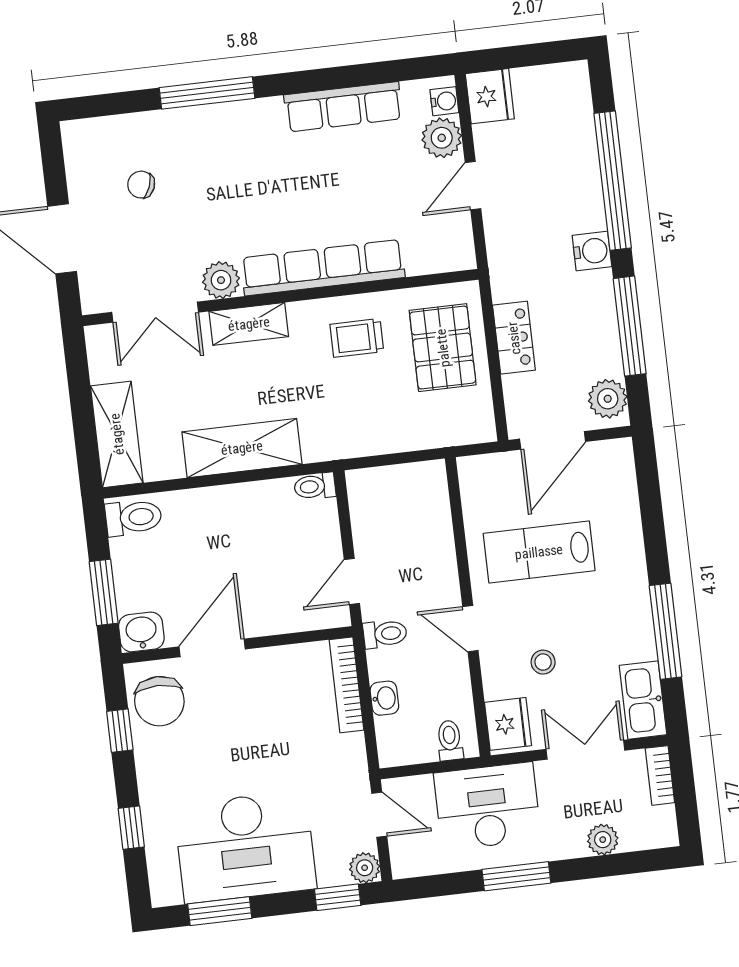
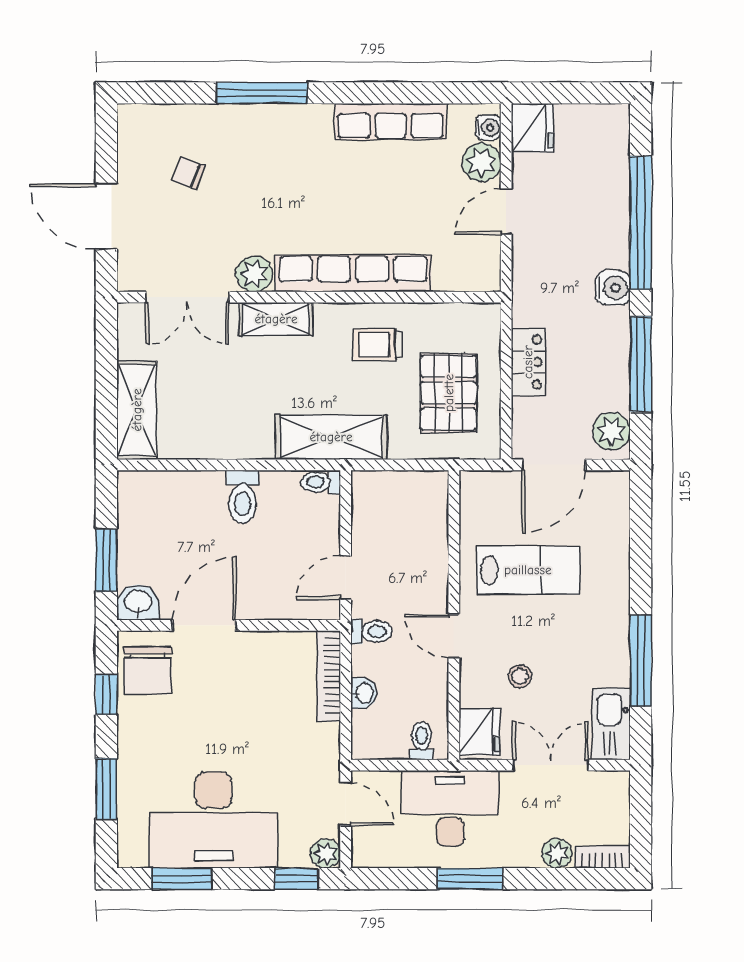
pallet: (443, 348) -> (449, 393), moved
shelving: (242, 448) -> (331, 437), moved
toilet: (133, 517) -> (243, 497), moved, turned 90
lab bench: (539, 552) -> (528, 570), turned 180
bookcase: (660, 775) -> (602, 857), moved, turned 90
window: (131, 828) -> (106, 789), width x1.50

